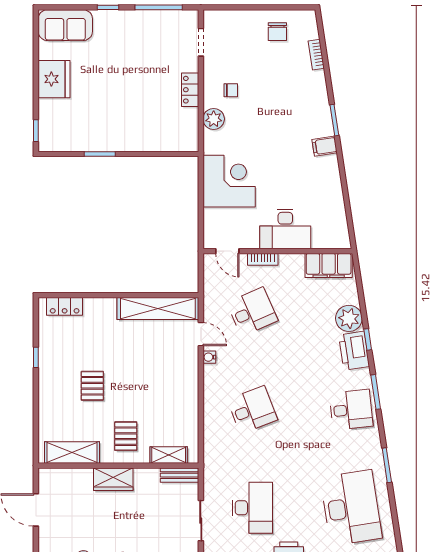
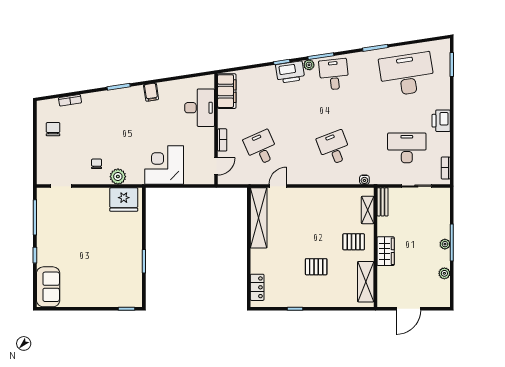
chair: (277, 32) -> (53, 129), turned -90
fridge: (54, 79) -> (124, 199), moved, turned 180
locker: (190, 90) -> (96, 194), removed
filing cabinet: (325, 146) -> (151, 92), moved
desk: (285, 229) -> (200, 108), moved
plant: (349, 318) -> (309, 65), moved, width x0.53, depth x0.53
water cooler: (209, 357) -> (364, 180), moved

